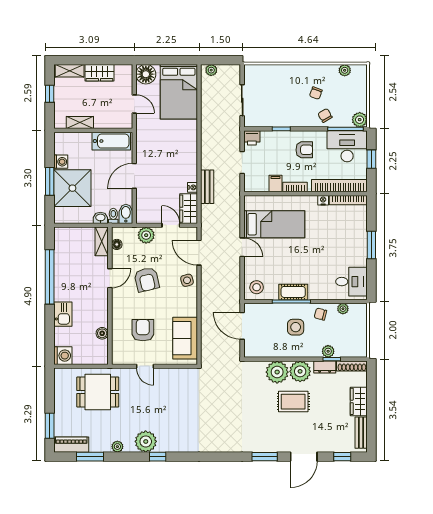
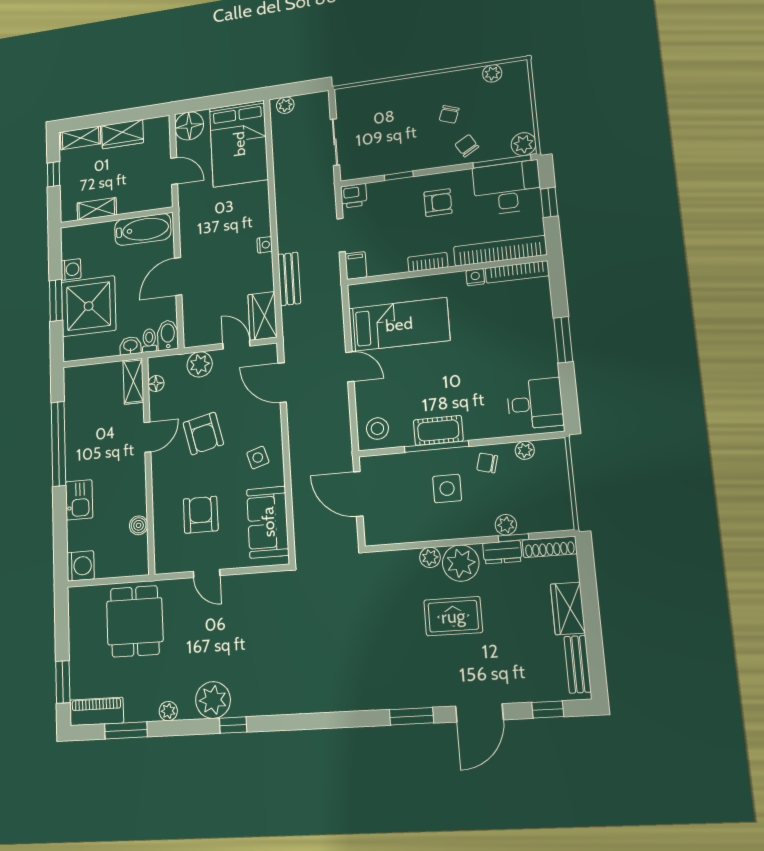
filing cabinet: (275, 183) -> (356, 265), moved
nightstand: (193, 187) -> (265, 245), moved
side table: (187, 280) -> (258, 458), moved
plant: (277, 372) -> (430, 557), width x0.53, depth x0.53
dining table: (98, 392) -> (135, 621), turned 90

